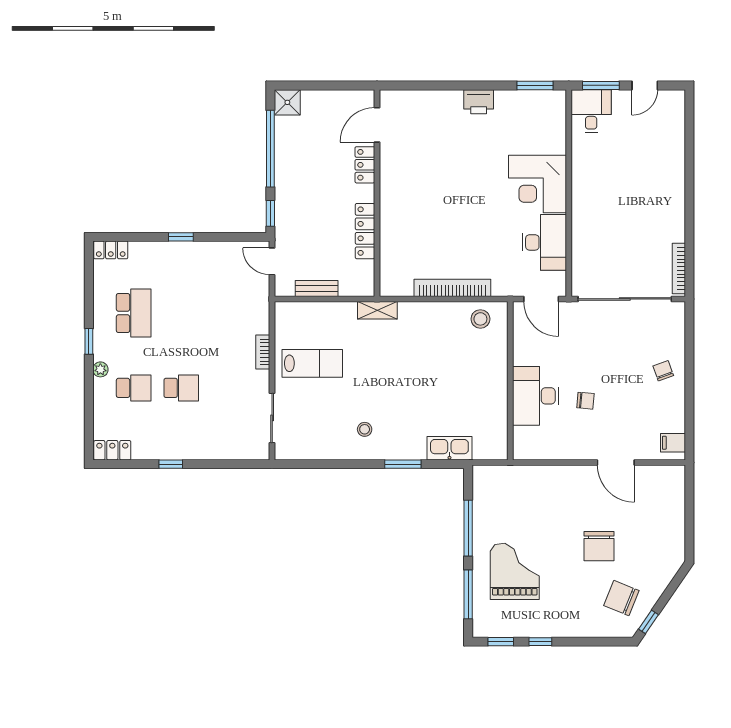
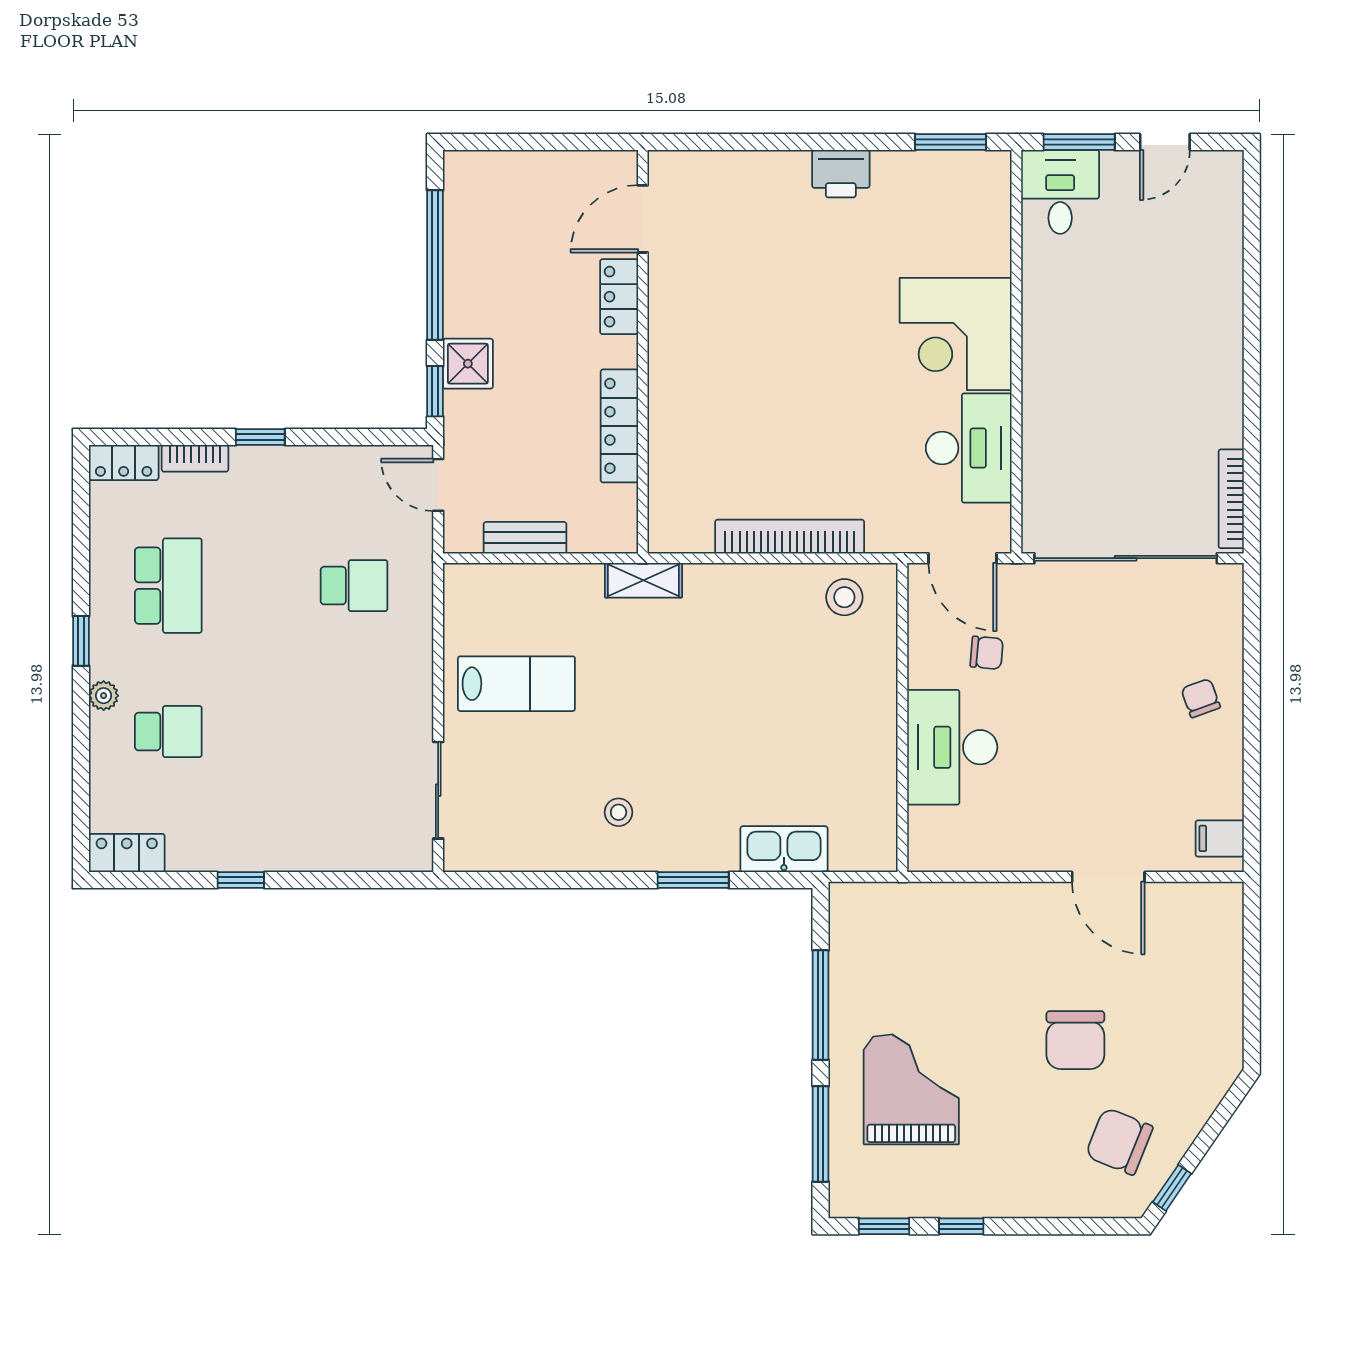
shower: (287, 102) -> (468, 364), moved
bookcase: (263, 352) -> (195, 458), moved, turned -90
school desk: (181, 388) -> (354, 586), moved
chair: (585, 401) -> (987, 653), moved

